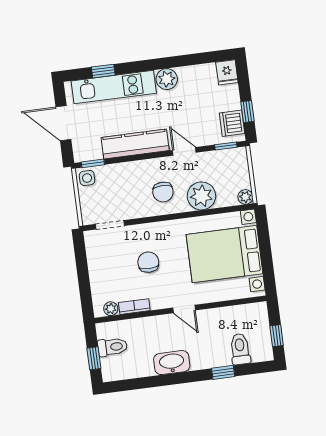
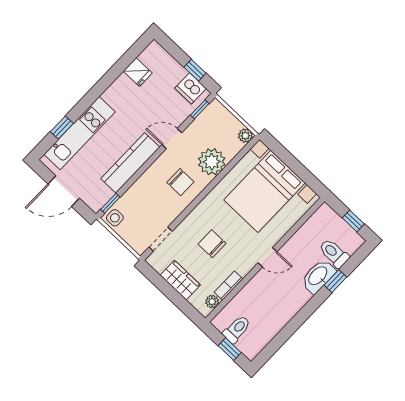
fridge: (227, 72) -> (138, 72), moved
plant: (167, 79) -> (114, 95), removed
wardrobe: (99, 271) -> (180, 280), added
washbasin: (172, 363) -> (318, 276), moved

